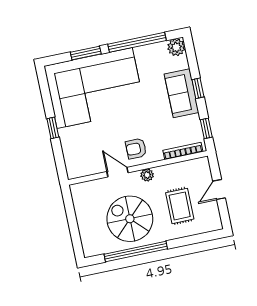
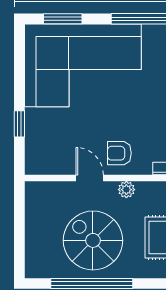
window: (86, 53) -> (63, 19), moved
window: (53, 128) -> (19, 124), moved

